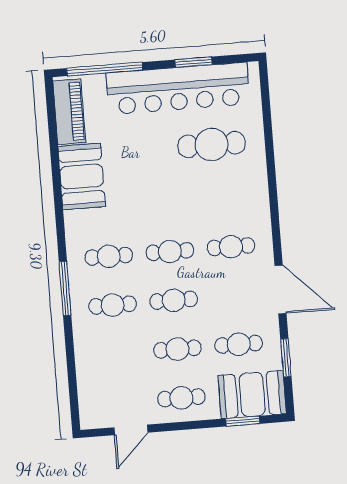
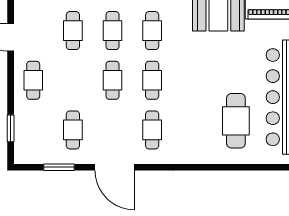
door: (281, 289) -> (114, 167), hinge flipped
cafe table: (178, 349) -> (73, 31), moved
booth: (252, 394) -> (31, 138), removed

